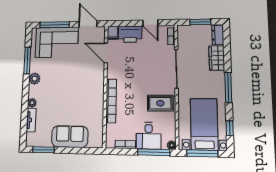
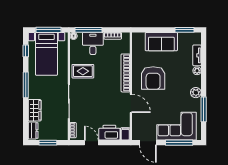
door: (106, 53) -> (131, 103), moved
armchair: (80, 95) -> (153, 78), added

